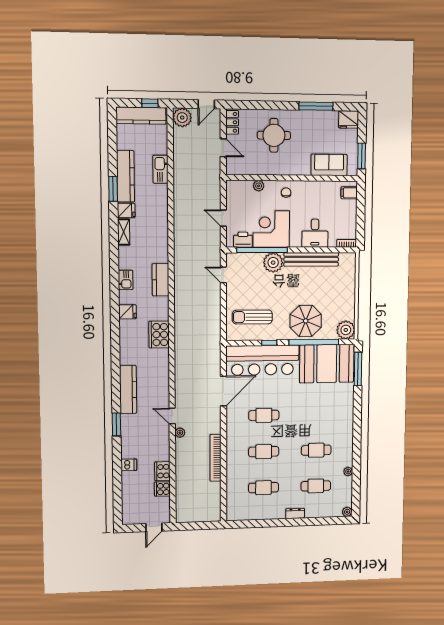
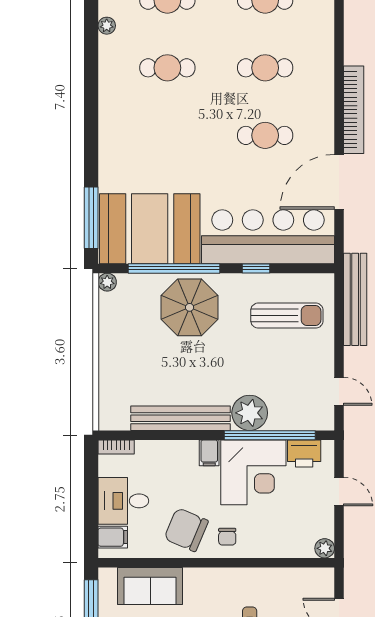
plant: (259, 186) -> (325, 548), moved
chair: (309, 197) -> (186, 530), added
desk: (315, 233) -> (123, 501), moved, turned -90
filing cabinet: (296, 240) -> (209, 453), added
bench: (214, 326) -> (355, 299), added
plant: (346, 330) -> (107, 282), width x0.53, depth x0.53
bookcase: (216, 458) -> (354, 110), moved

